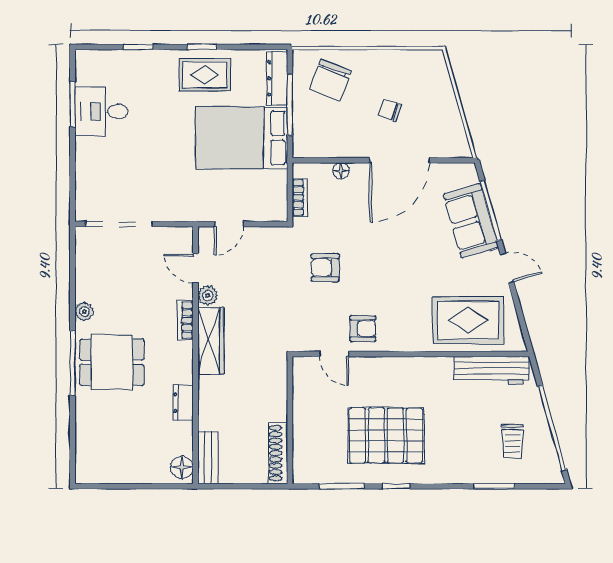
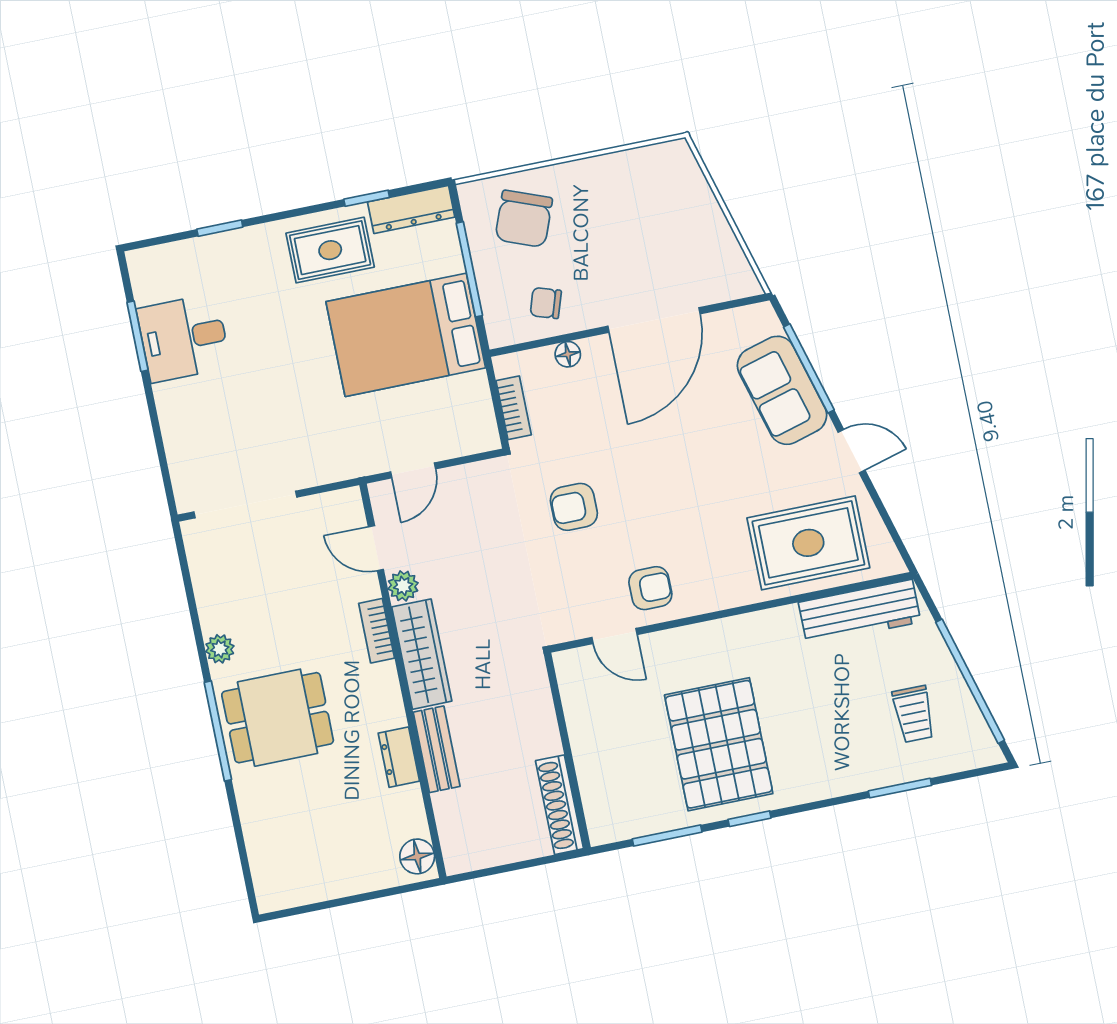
window: (202, 47) -> (367, 198), moved
dresser: (277, 78) -> (411, 209), moved, turned -90
chair: (390, 110) -> (546, 303), moved
pallet: (386, 435) -> (719, 744), turned 90
bench: (208, 457) -> (437, 749), moved

